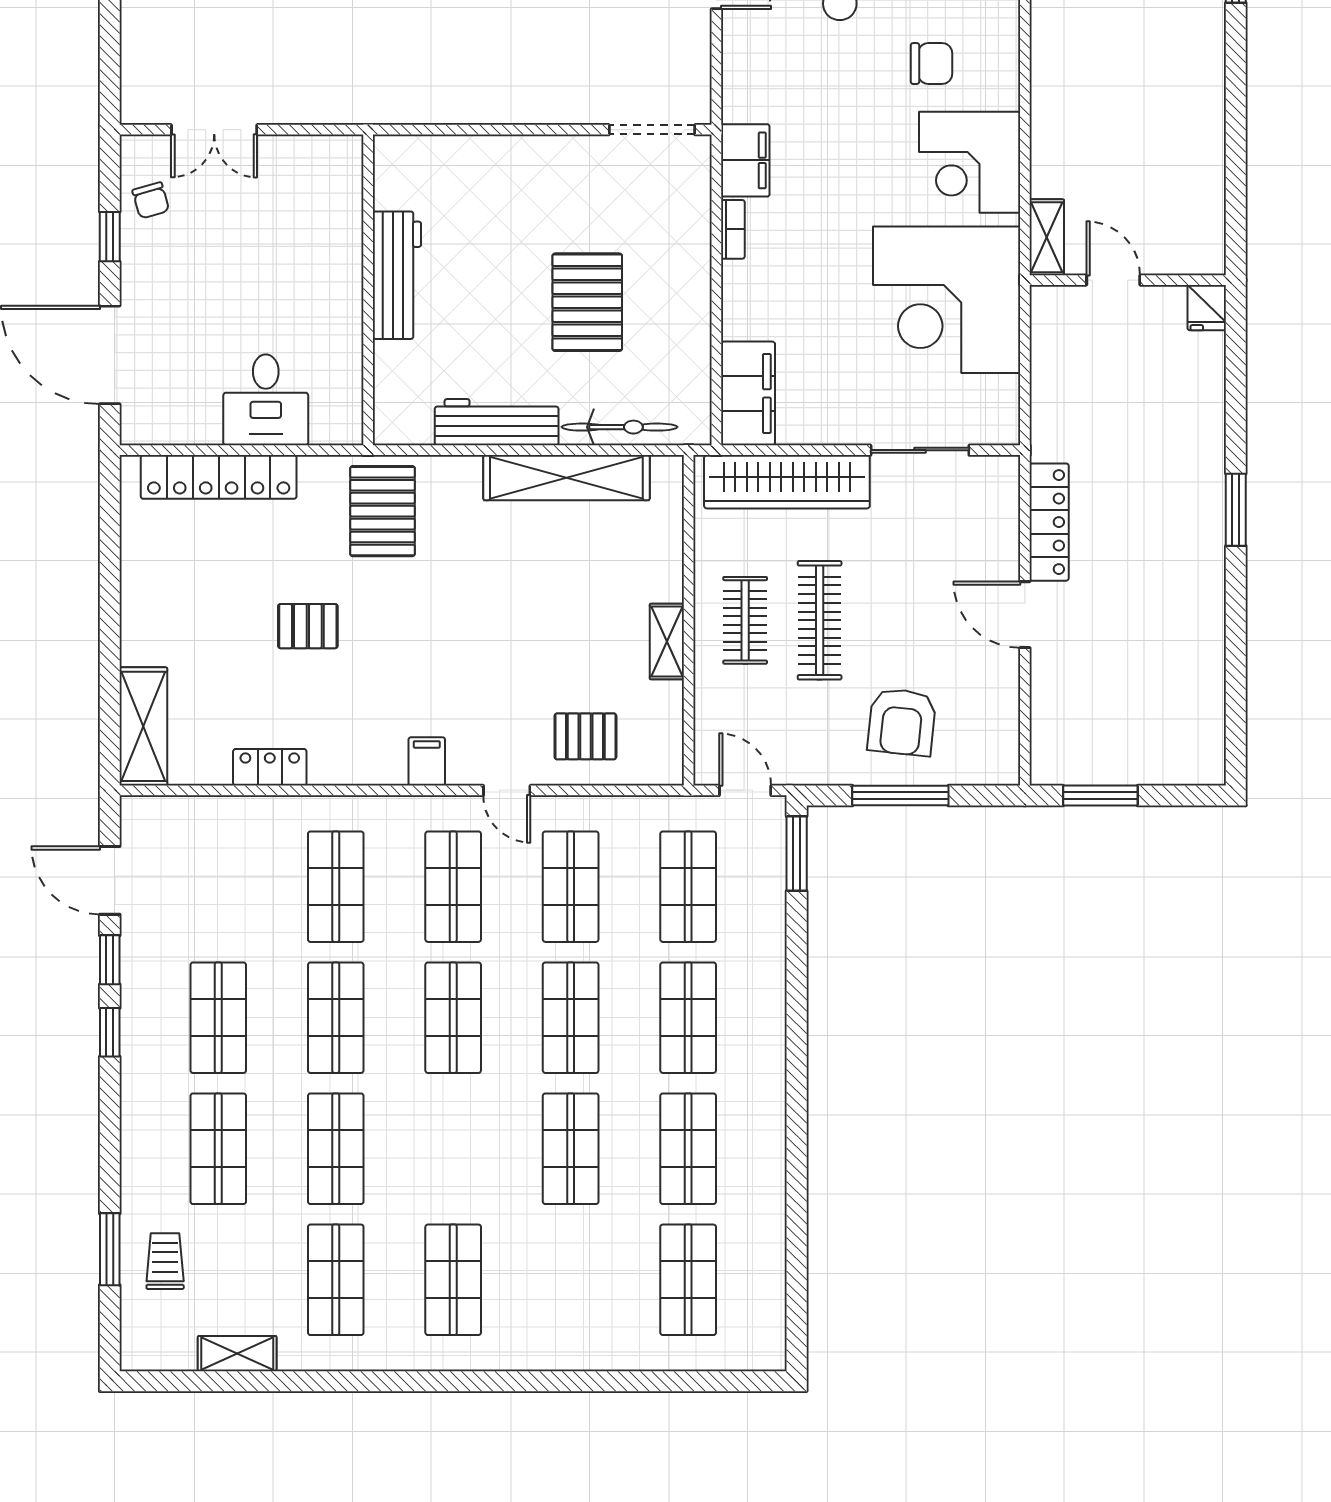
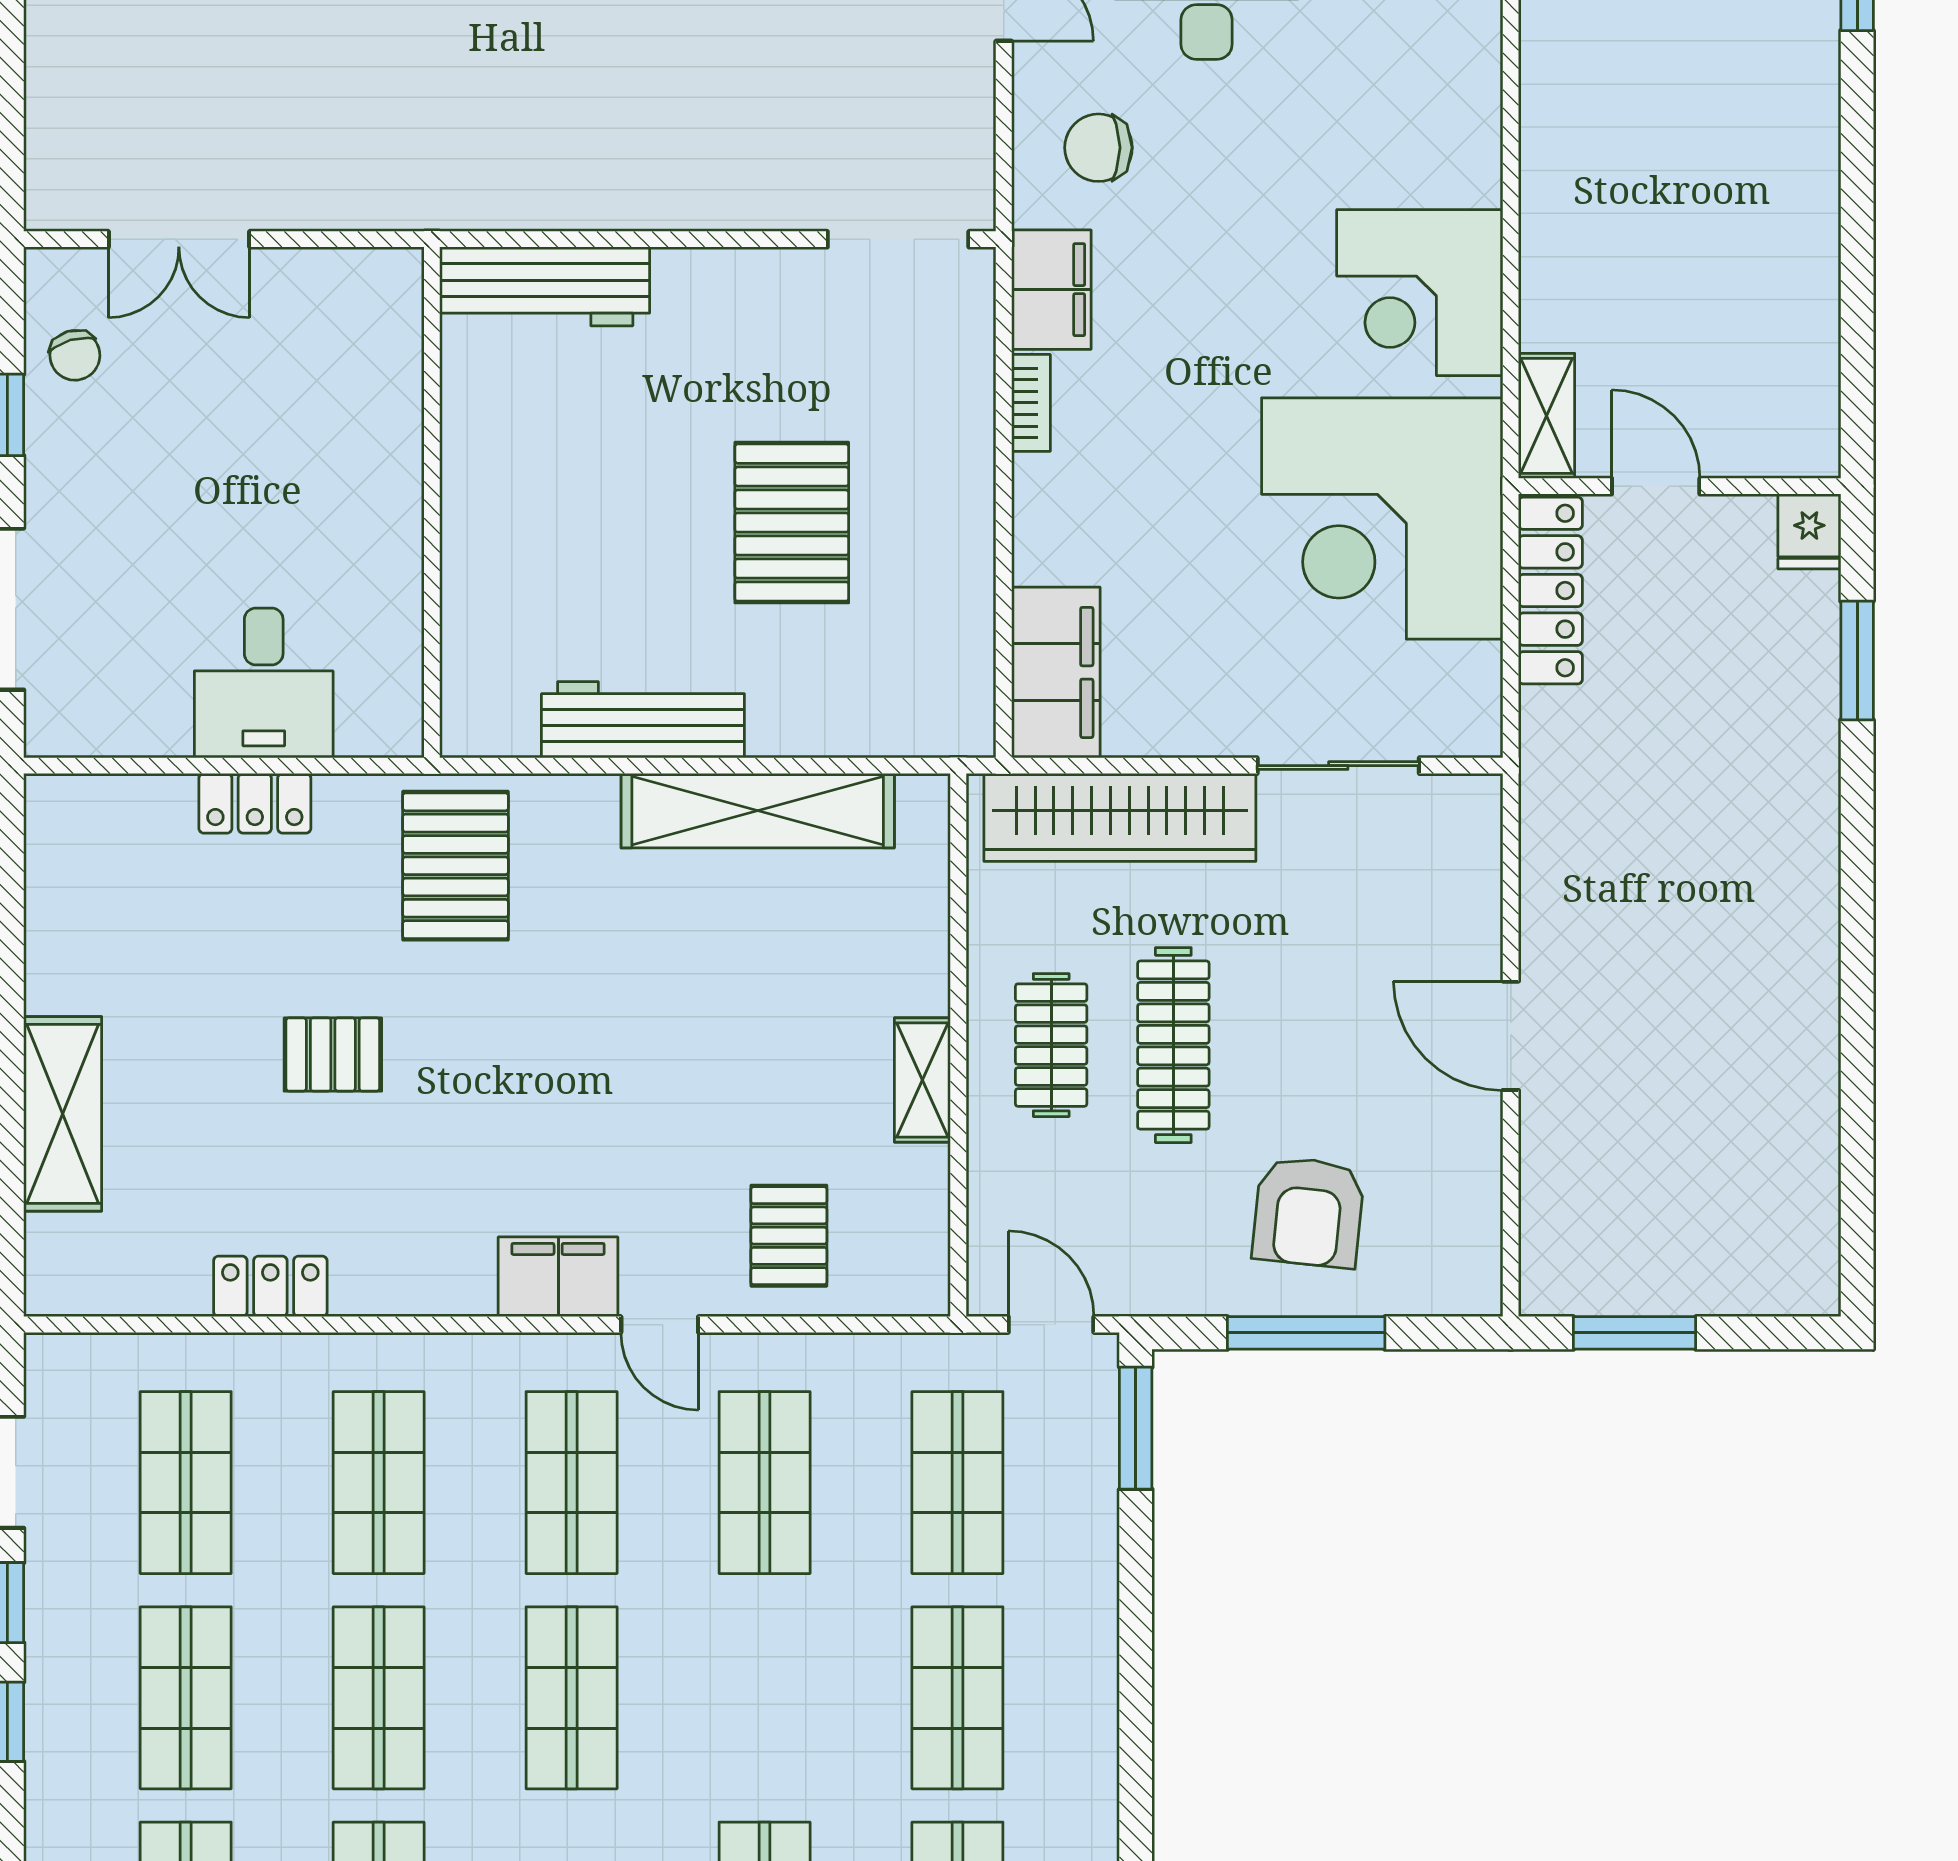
chair: (931, 64) -> (1098, 148), moved, turned 180
workbench: (397, 275) -> (545, 286), moved, turned 90
bicycle: (619, 427) -> (845, 728), removed
locker: (219, 477) -> (255, 803), width x0.46, depth x0.83
window: (1236, 510) -> (1857, 660), moved
locker: (1049, 522) -> (1550, 590), moved
shelving: (143, 726) -> (63, 1114), moved
pallet: (585, 736) -> (789, 1236), turned 90
filing cabinet: (427, 761) -> (558, 1277), width x2.00
shop shelf: (571, 1018) -> (186, 1483), moved

